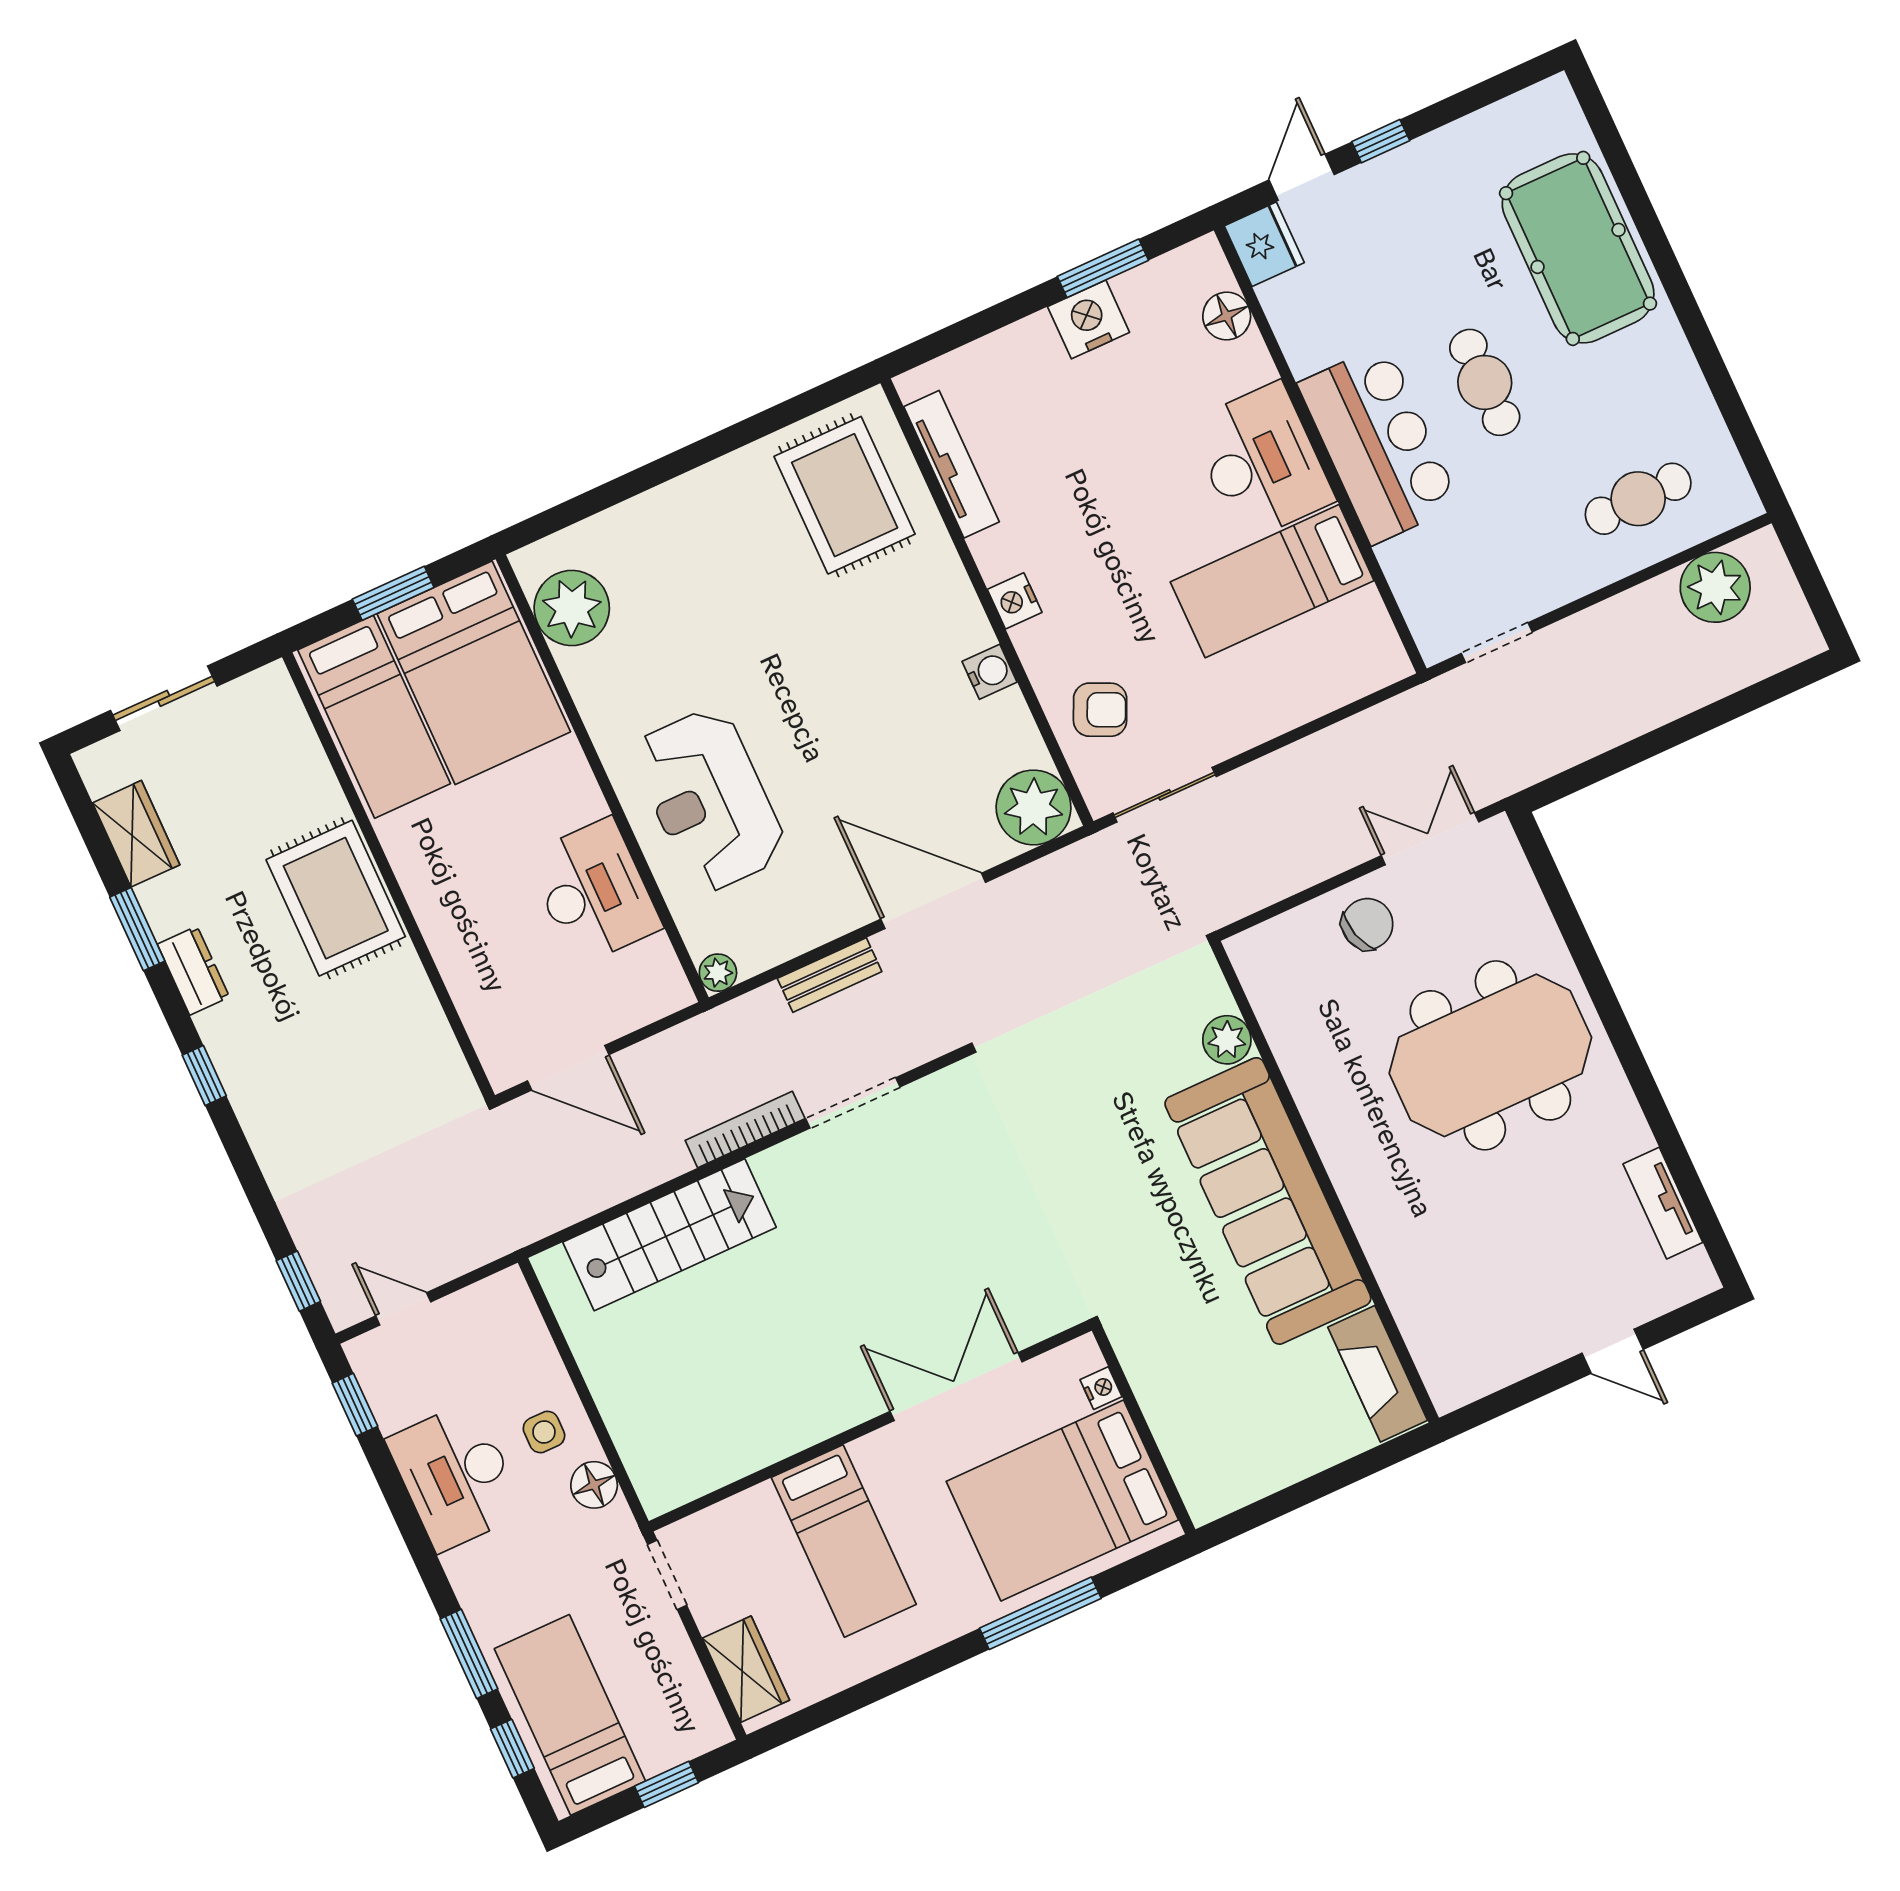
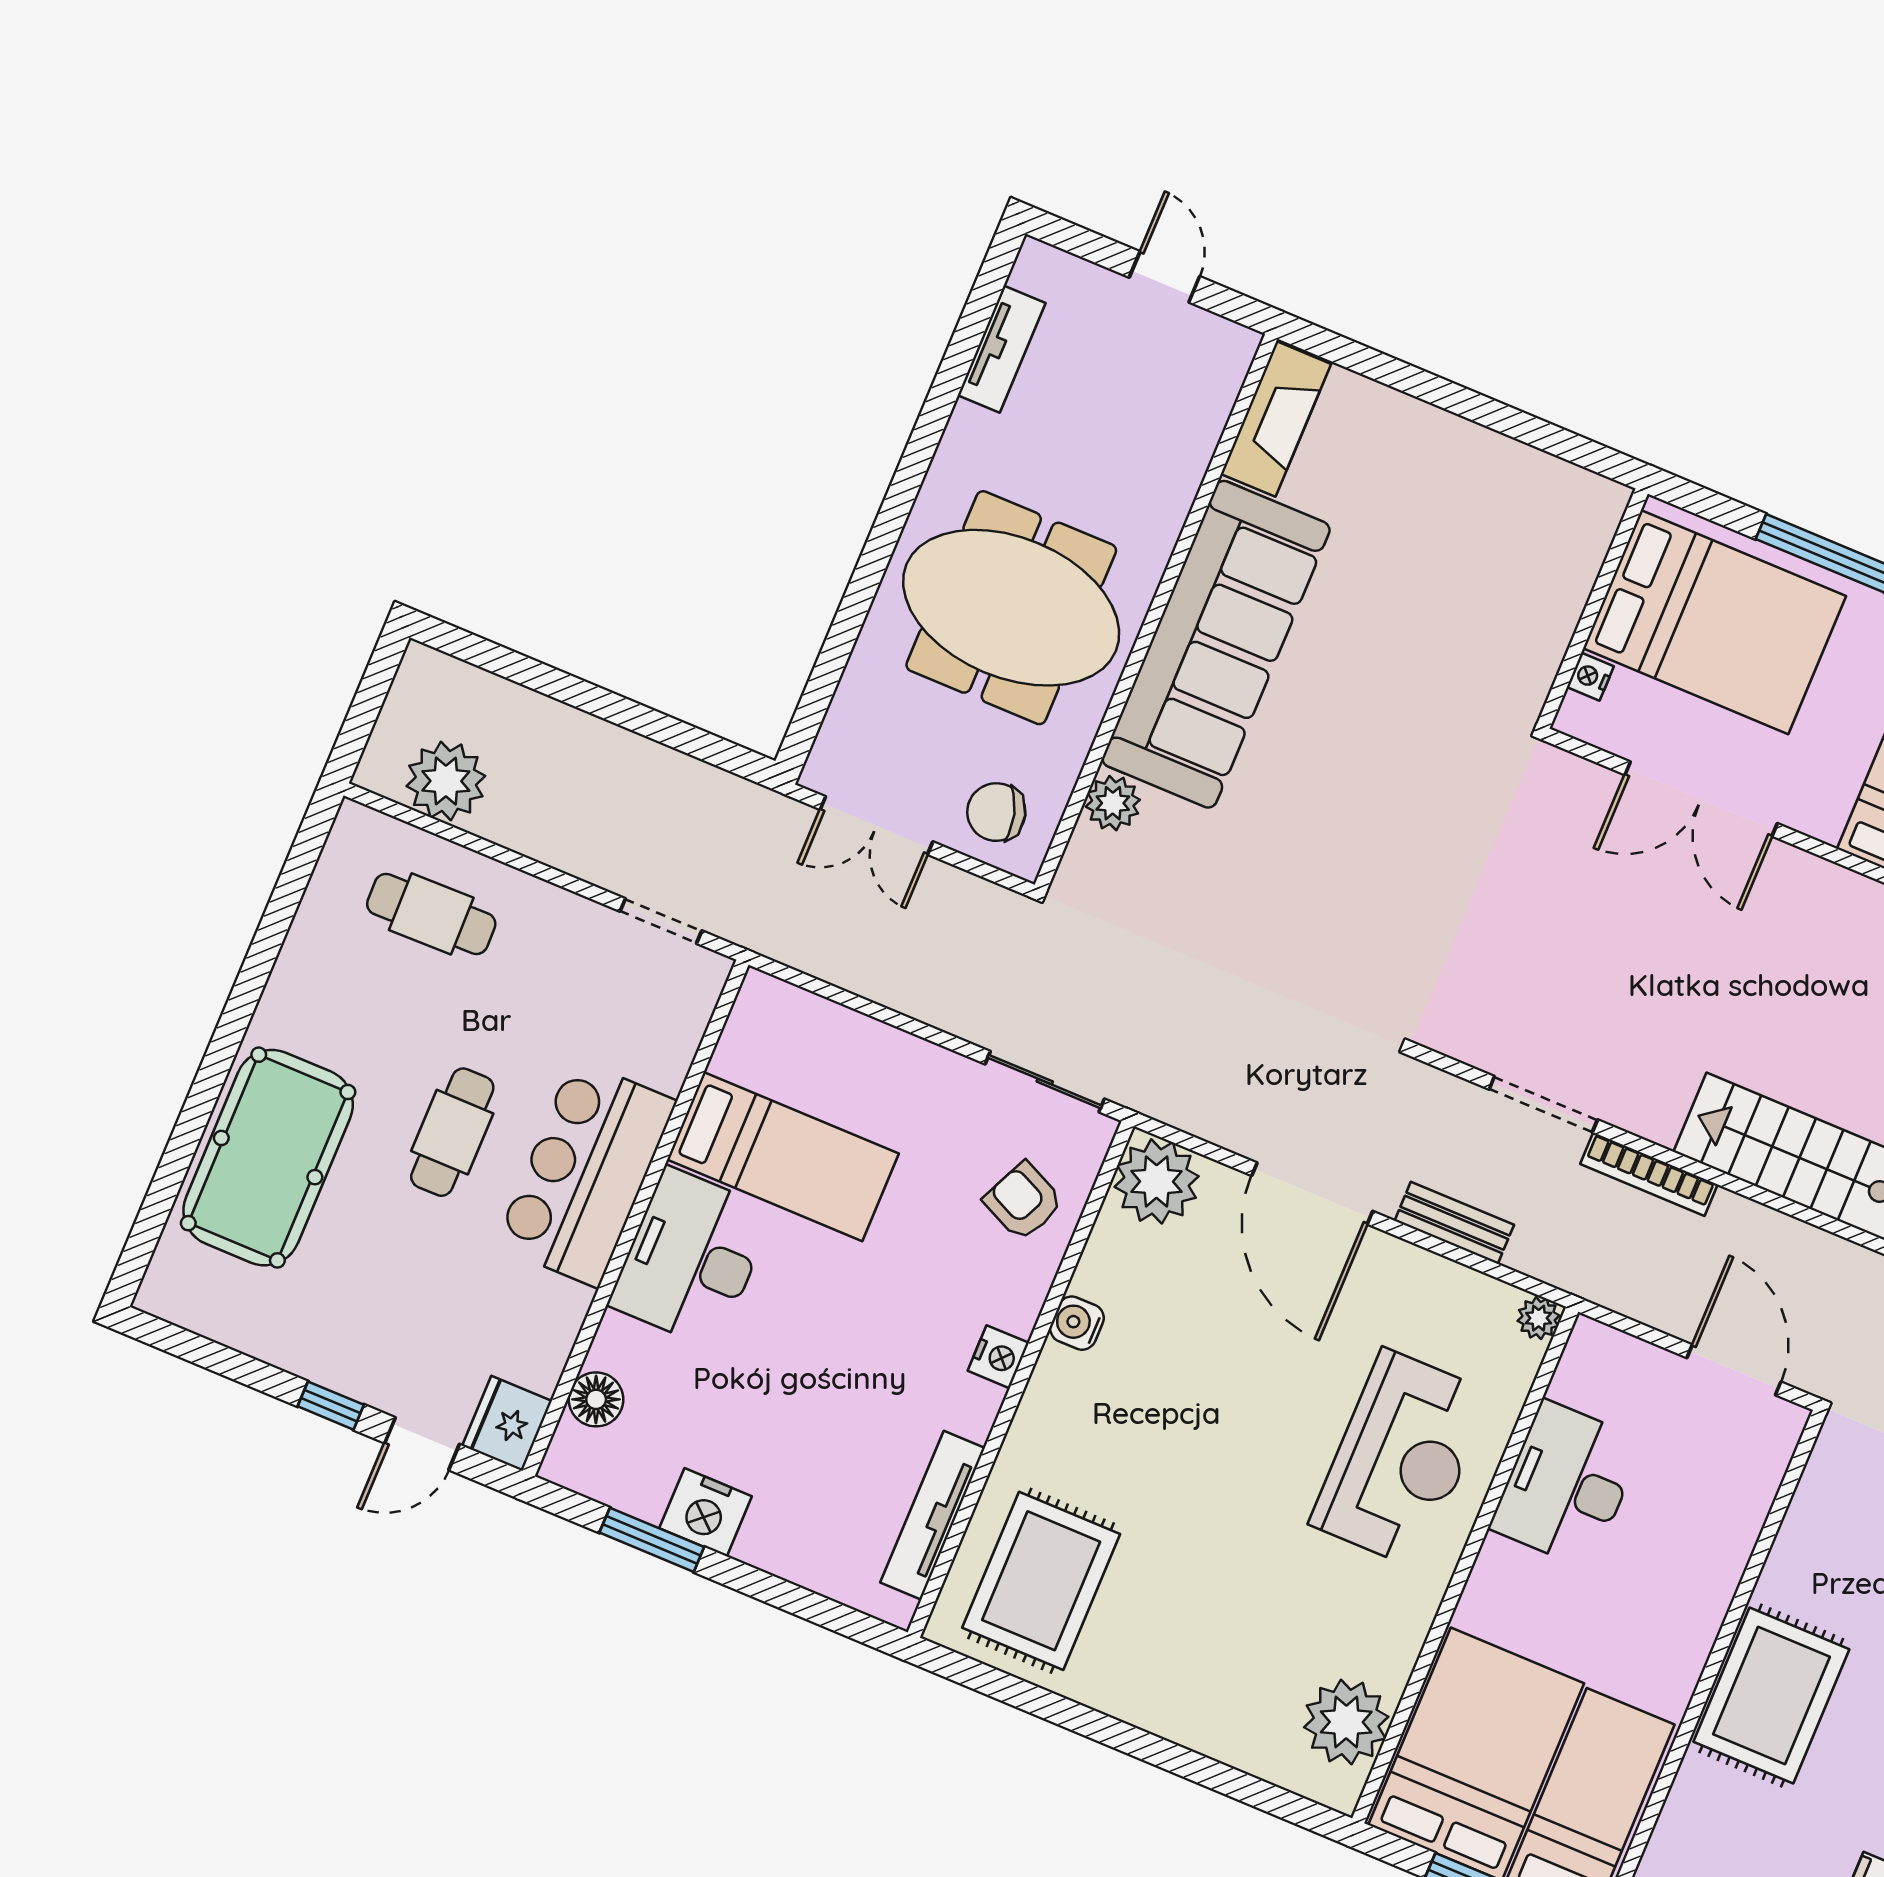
plant: (1227, 1040) -> (1113, 803), moved
wall: (1325, 1182) -> (1156, 612), moved
sofa: (1268, 1201) -> (1216, 644), moved
fireplace: (1378, 1374) -> (1276, 419), moved

